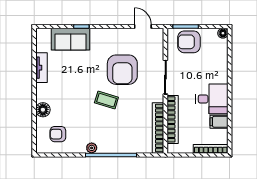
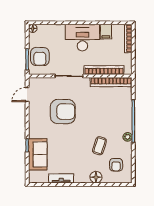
desk: (212, 99) -> (82, 38), width x1.37
coffee table: (106, 100) -> (99, 146), moved

